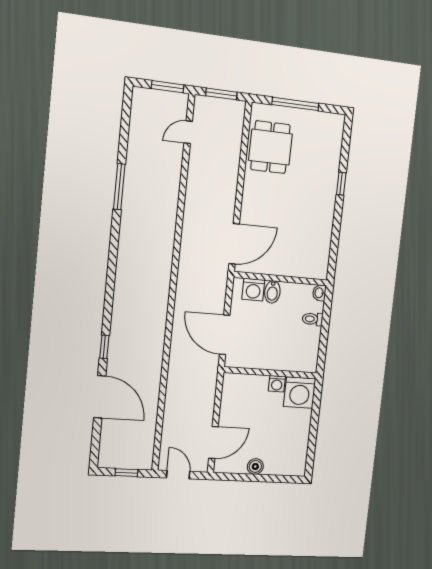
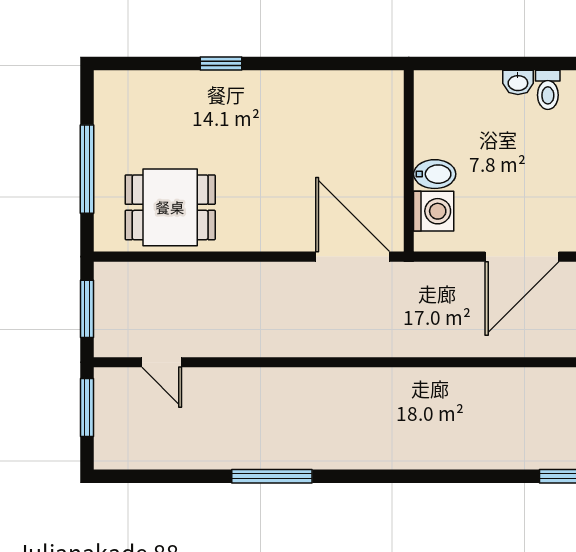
washbasin: (319, 293) -> (518, 82), moved
toilet: (313, 319) -> (548, 90), moved

